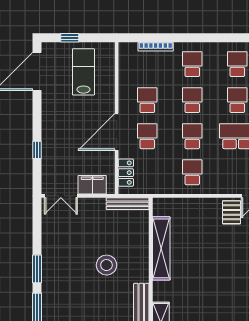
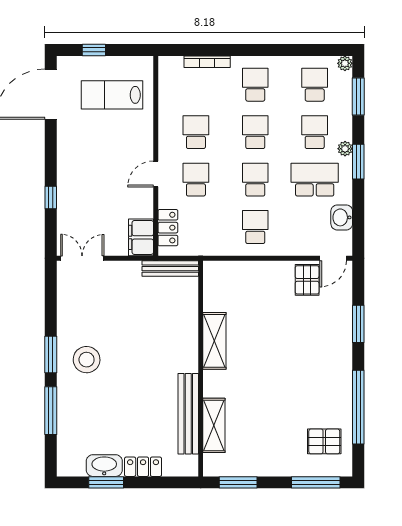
lab bench: (83, 72) -> (112, 95), turned -90
door: (117, 132) -> (156, 174), width x0.53
filing cabinet: (92, 185) -> (141, 237), moved, turned -90
double door: (61, 196) -> (82, 258), swing flipped
shelving: (161, 248) -> (214, 341), width x0.68
stool: (107, 265) -> (87, 360), moved

